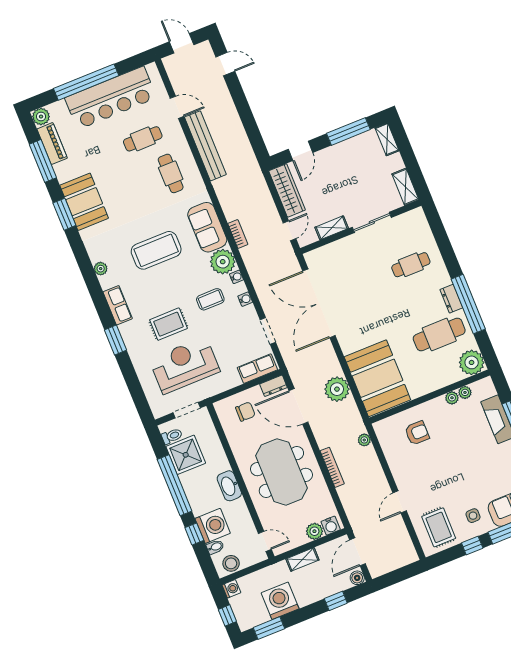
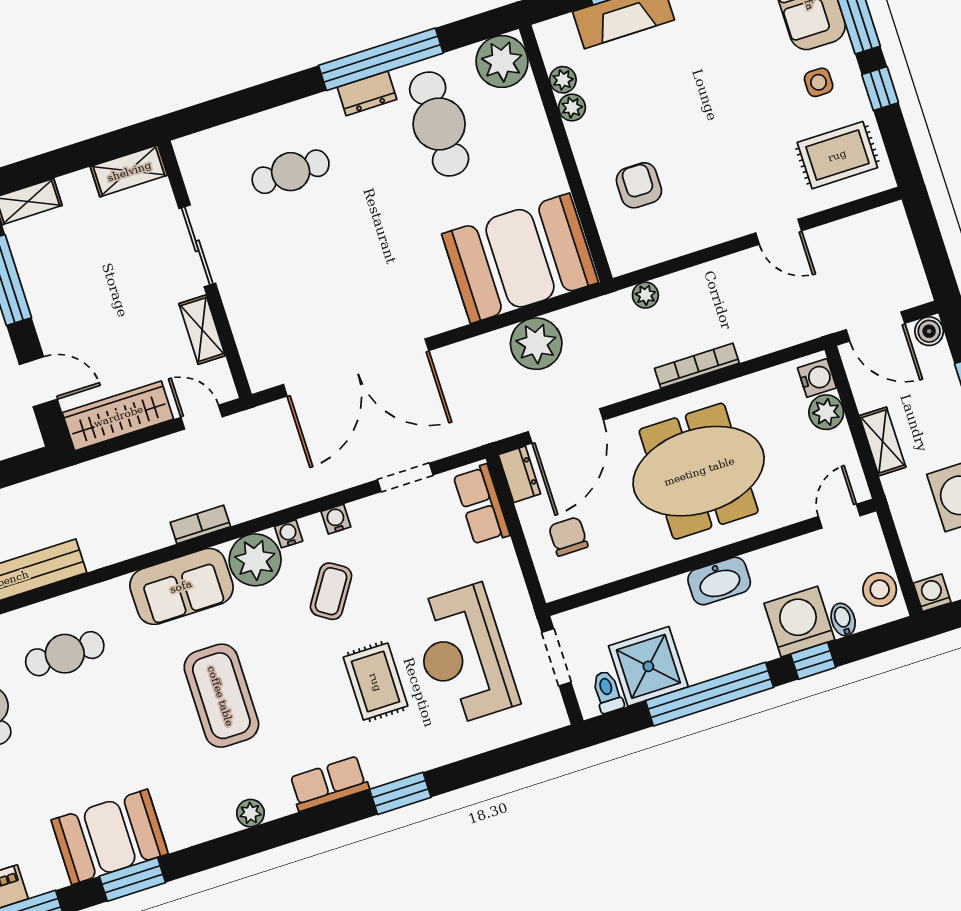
cafe table: (411, 265) -> (291, 172), turned 90
coffee table: (210, 299) -> (331, 591), turned 33

